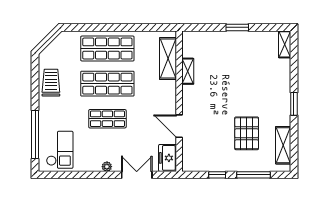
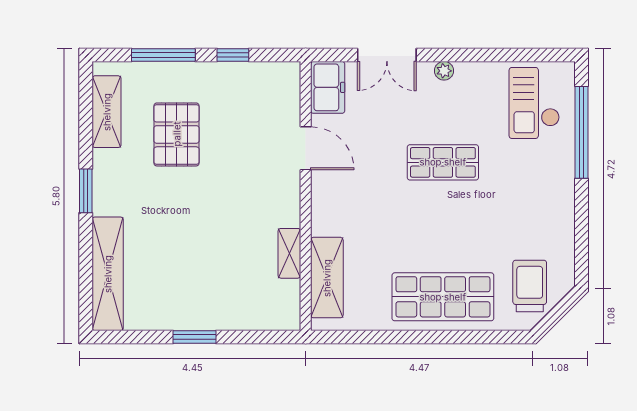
shelving: (285, 44) -> (108, 274), width x2.20, depth x1.33
trolley: (51, 83) -> (530, 286), moved, turned 180
shop shelf: (107, 84) -> (443, 230), removed

